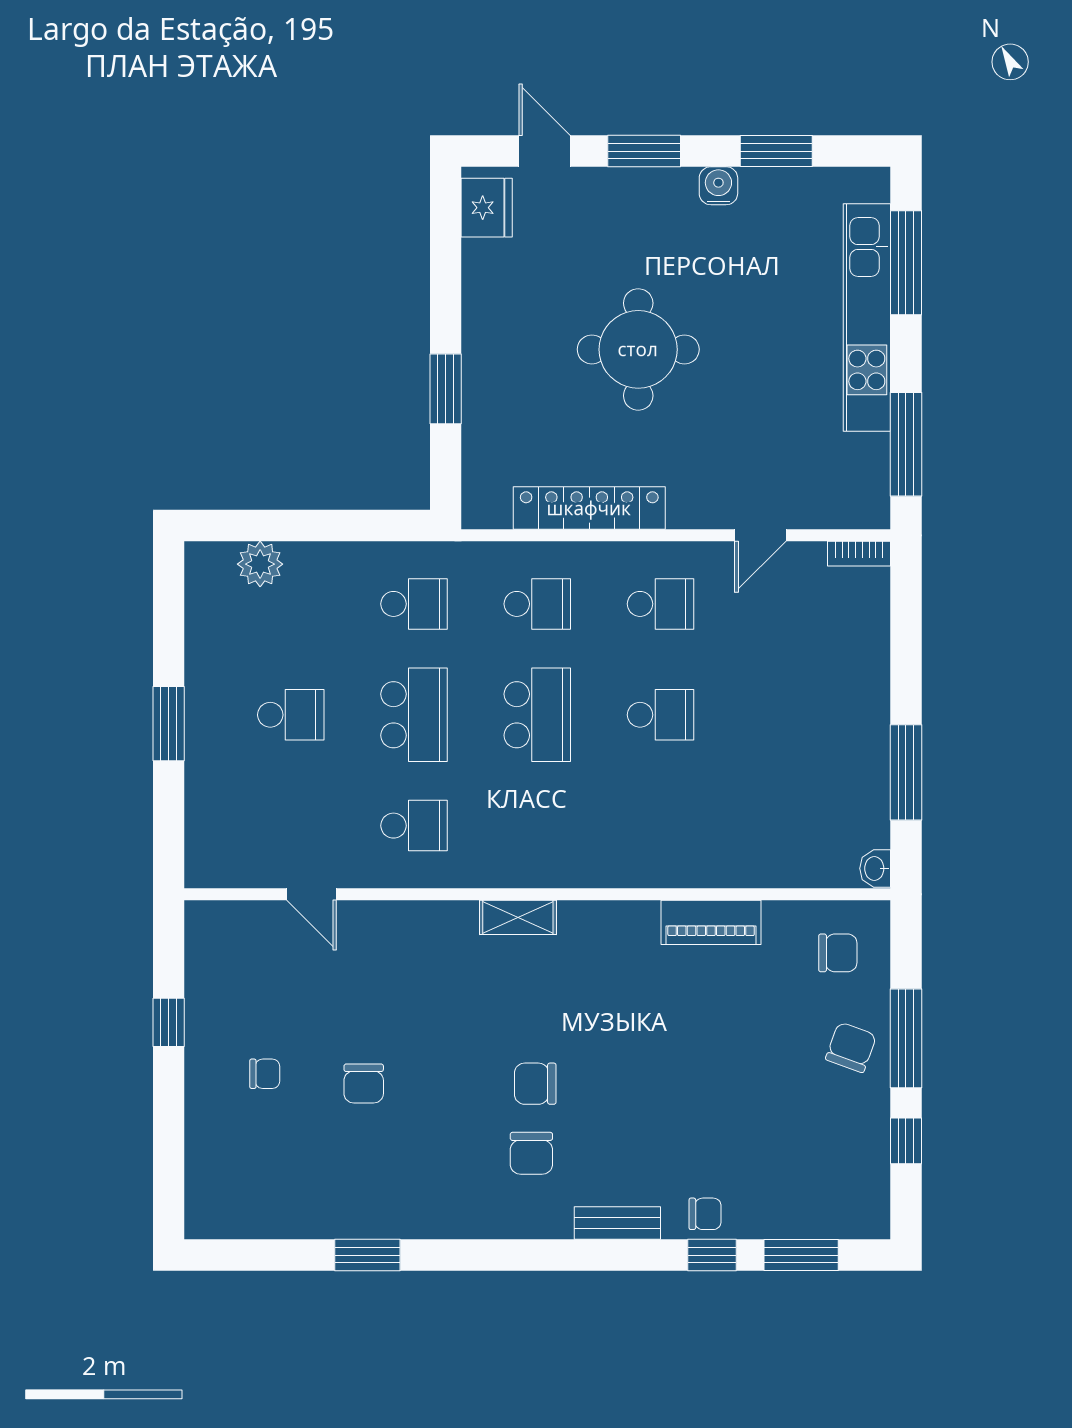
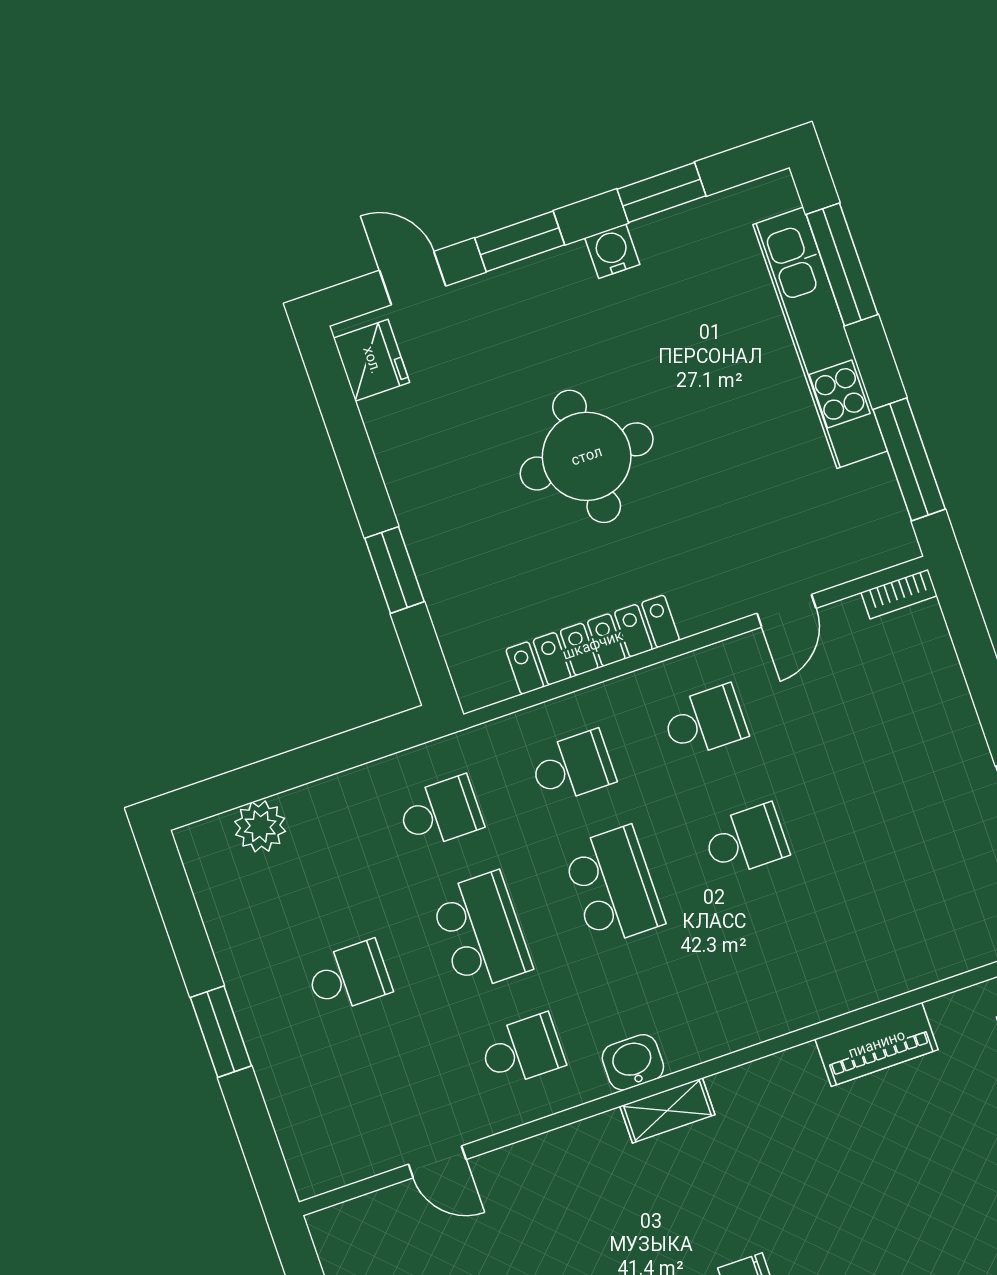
washbasin: (503, 867) -> (633, 1062), added

